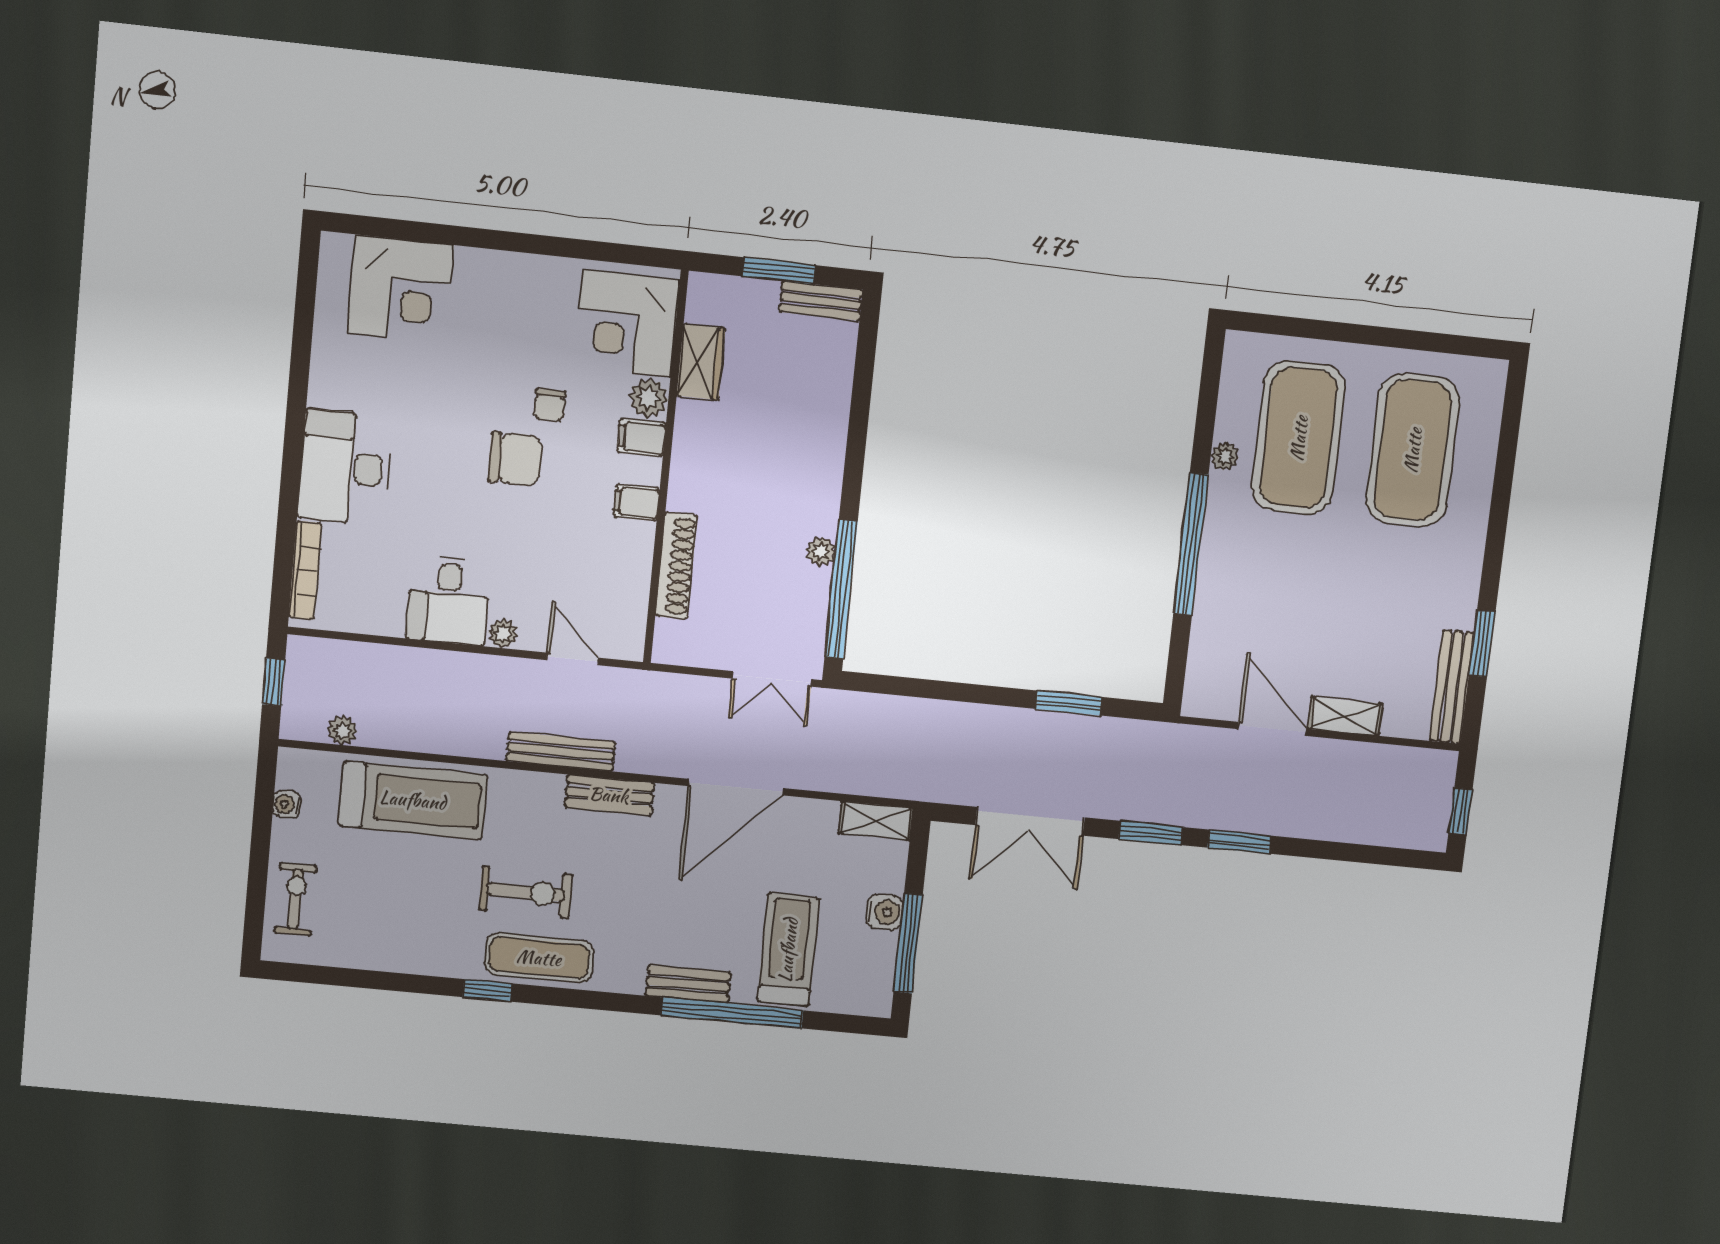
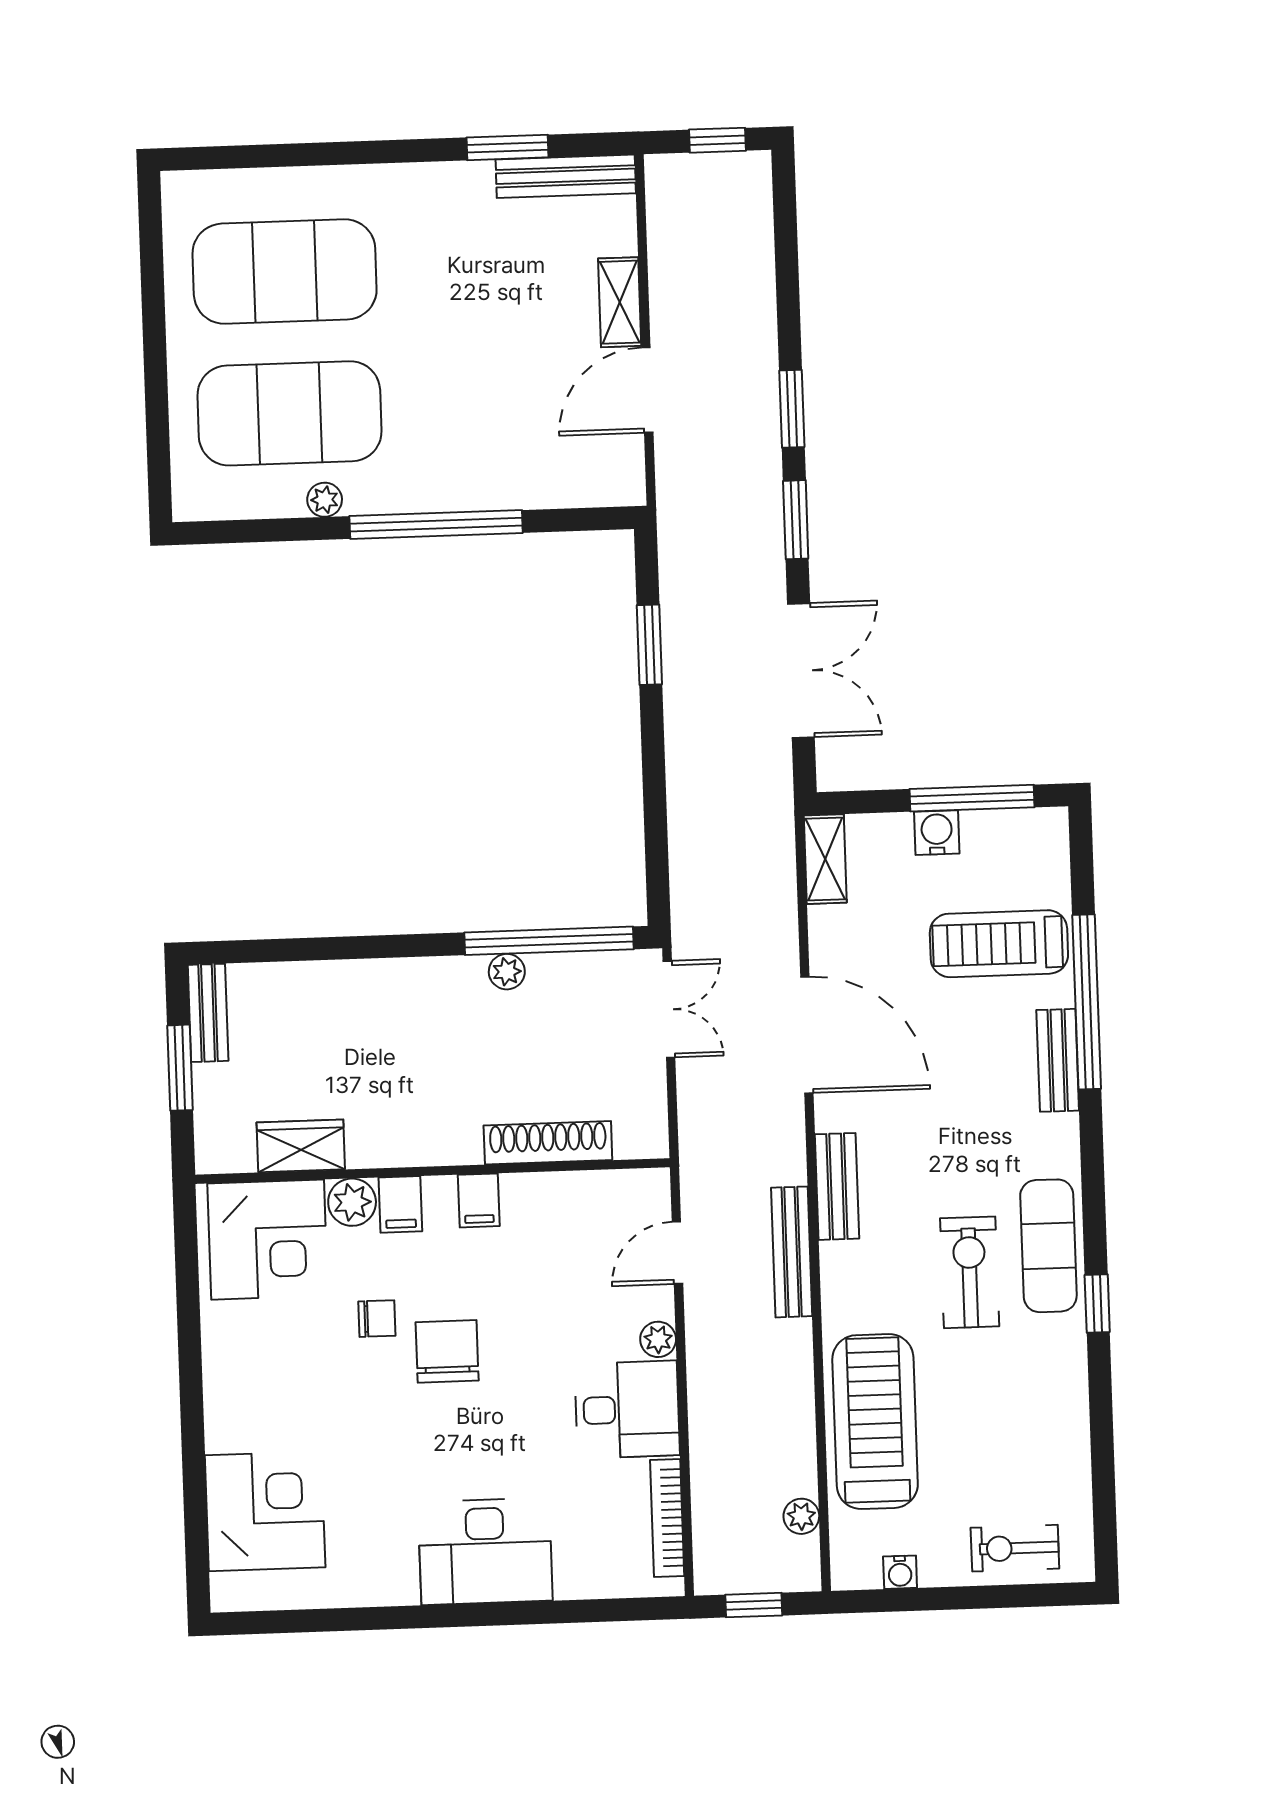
bookcase: (305, 570) -> (667, 1518), moved, turned -90

